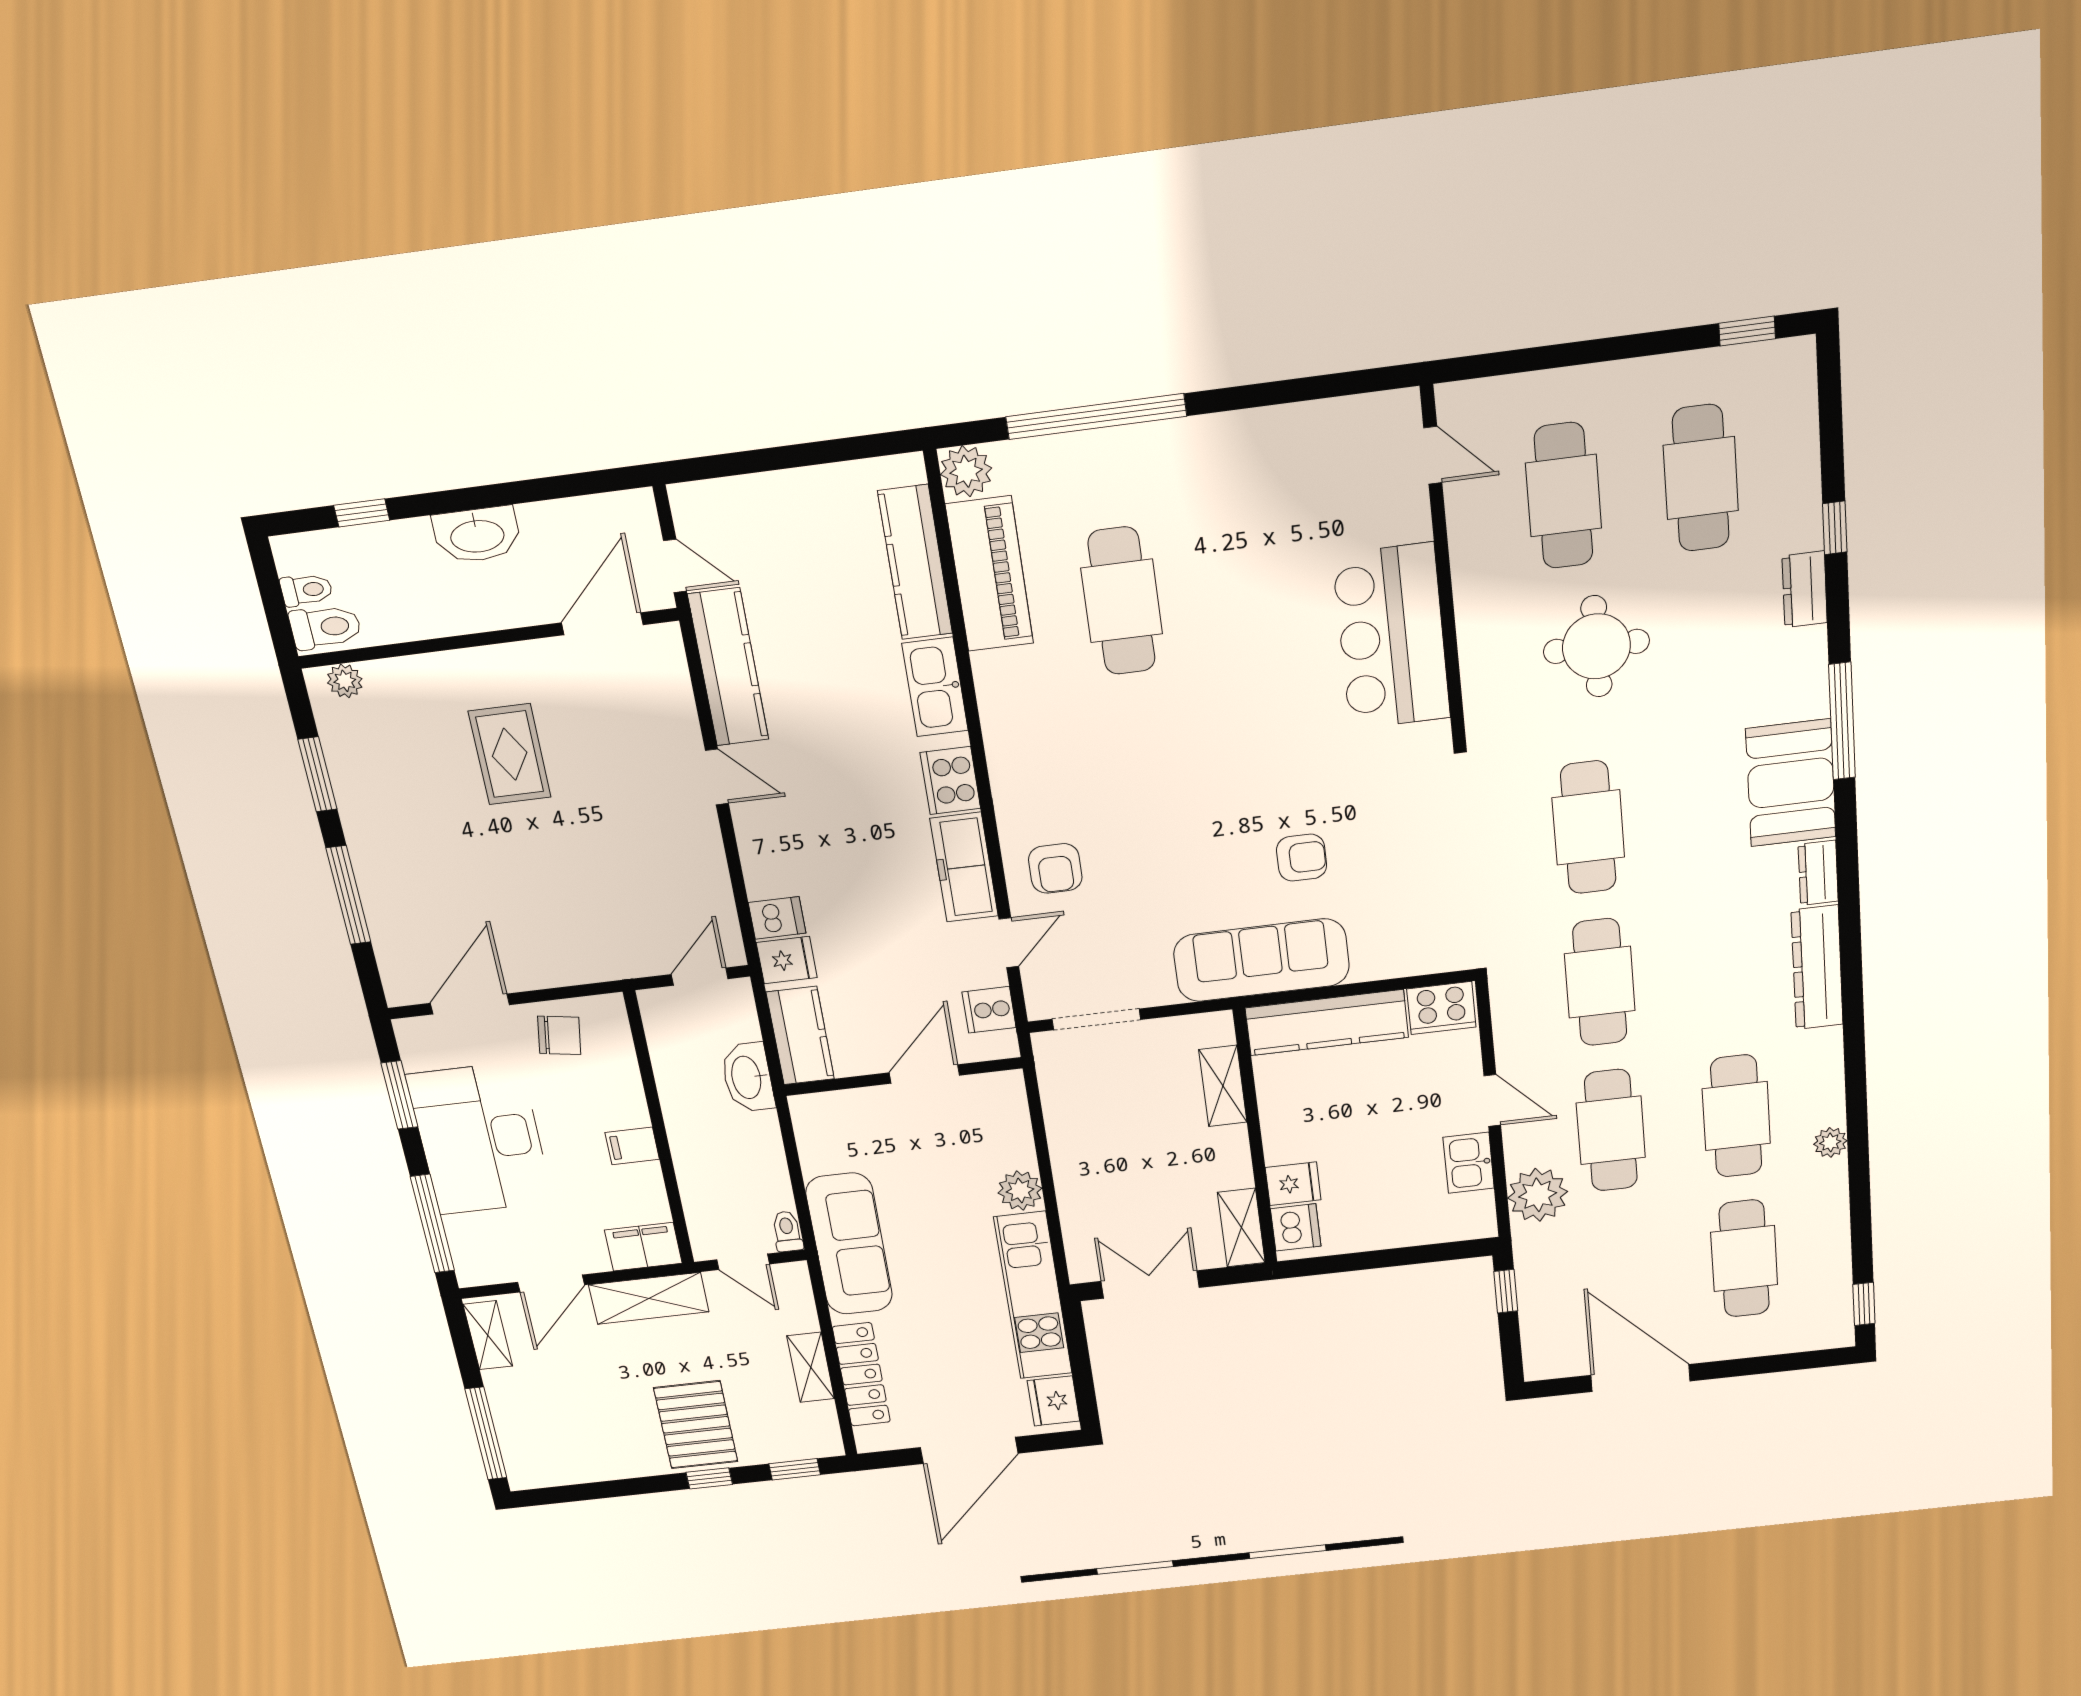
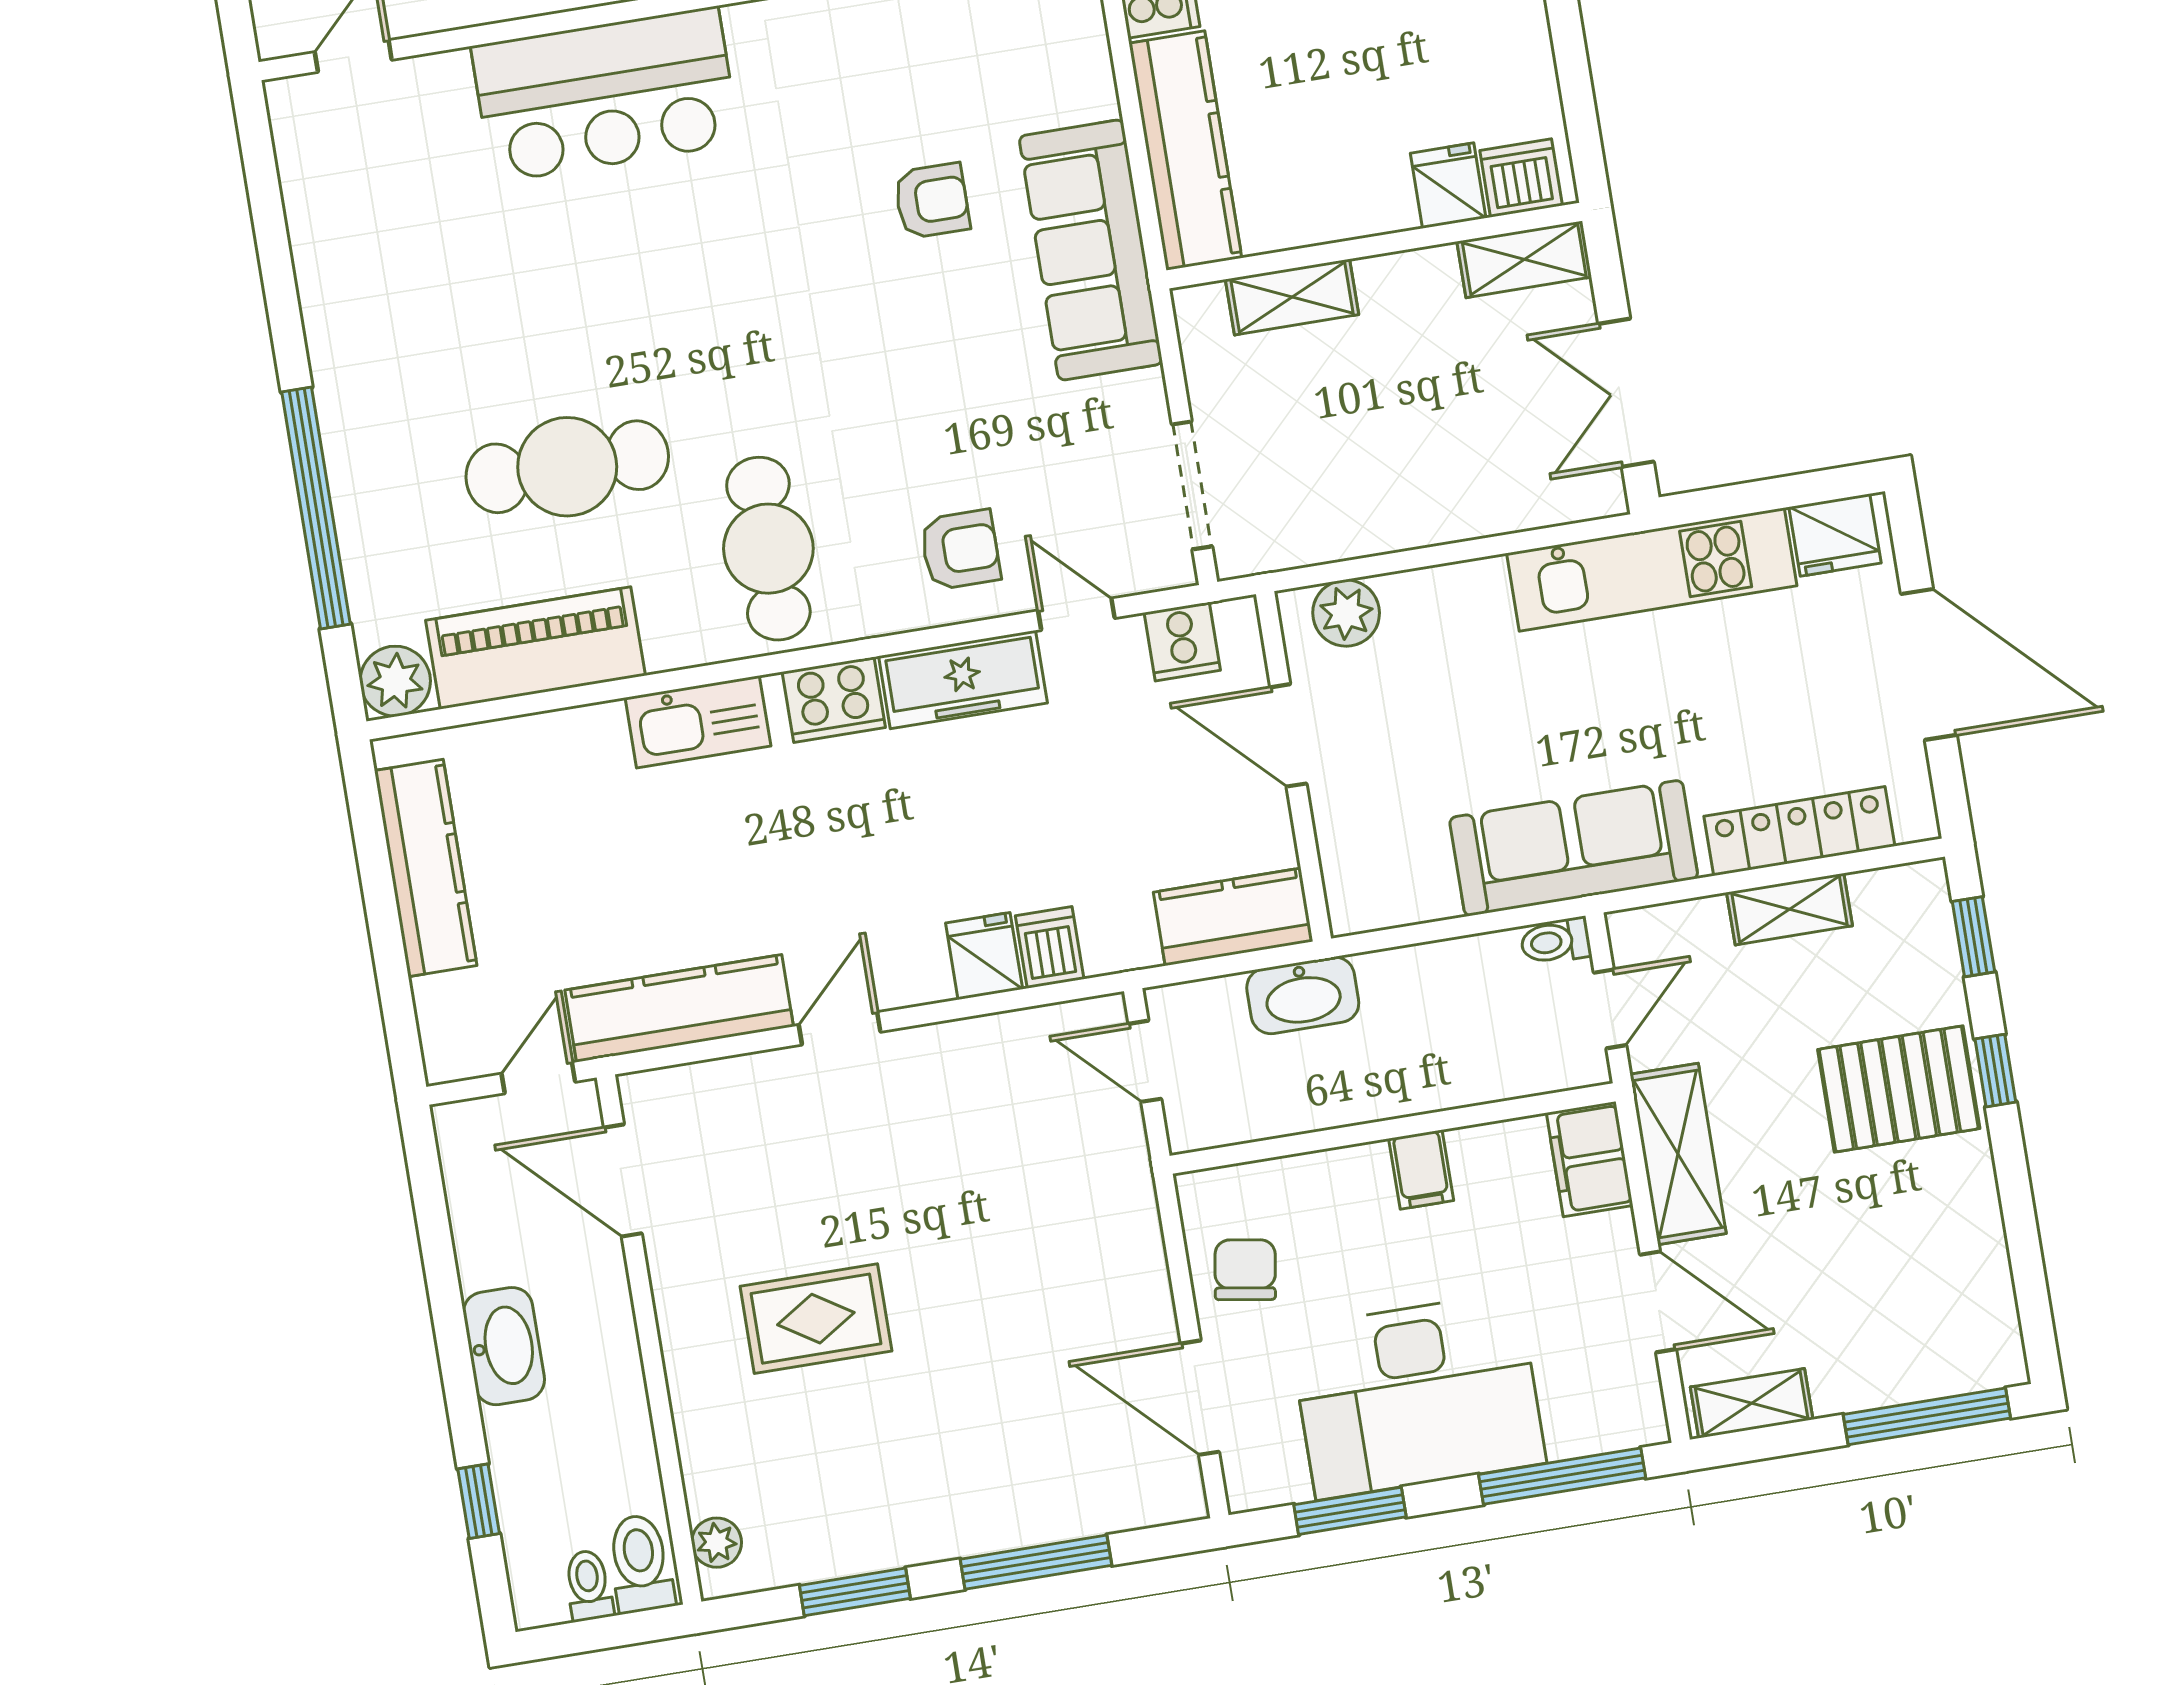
kitchen counter: (915, 562) -> (426, 868), moved, turned -90
cafe table: (1059, 740) -> (768, 549), added
armchair: (1302, 858) -> (932, 201), turned 90
fridge: (787, 960) -> (984, 956), moved
plant: (1020, 1191) -> (1346, 613), moved

